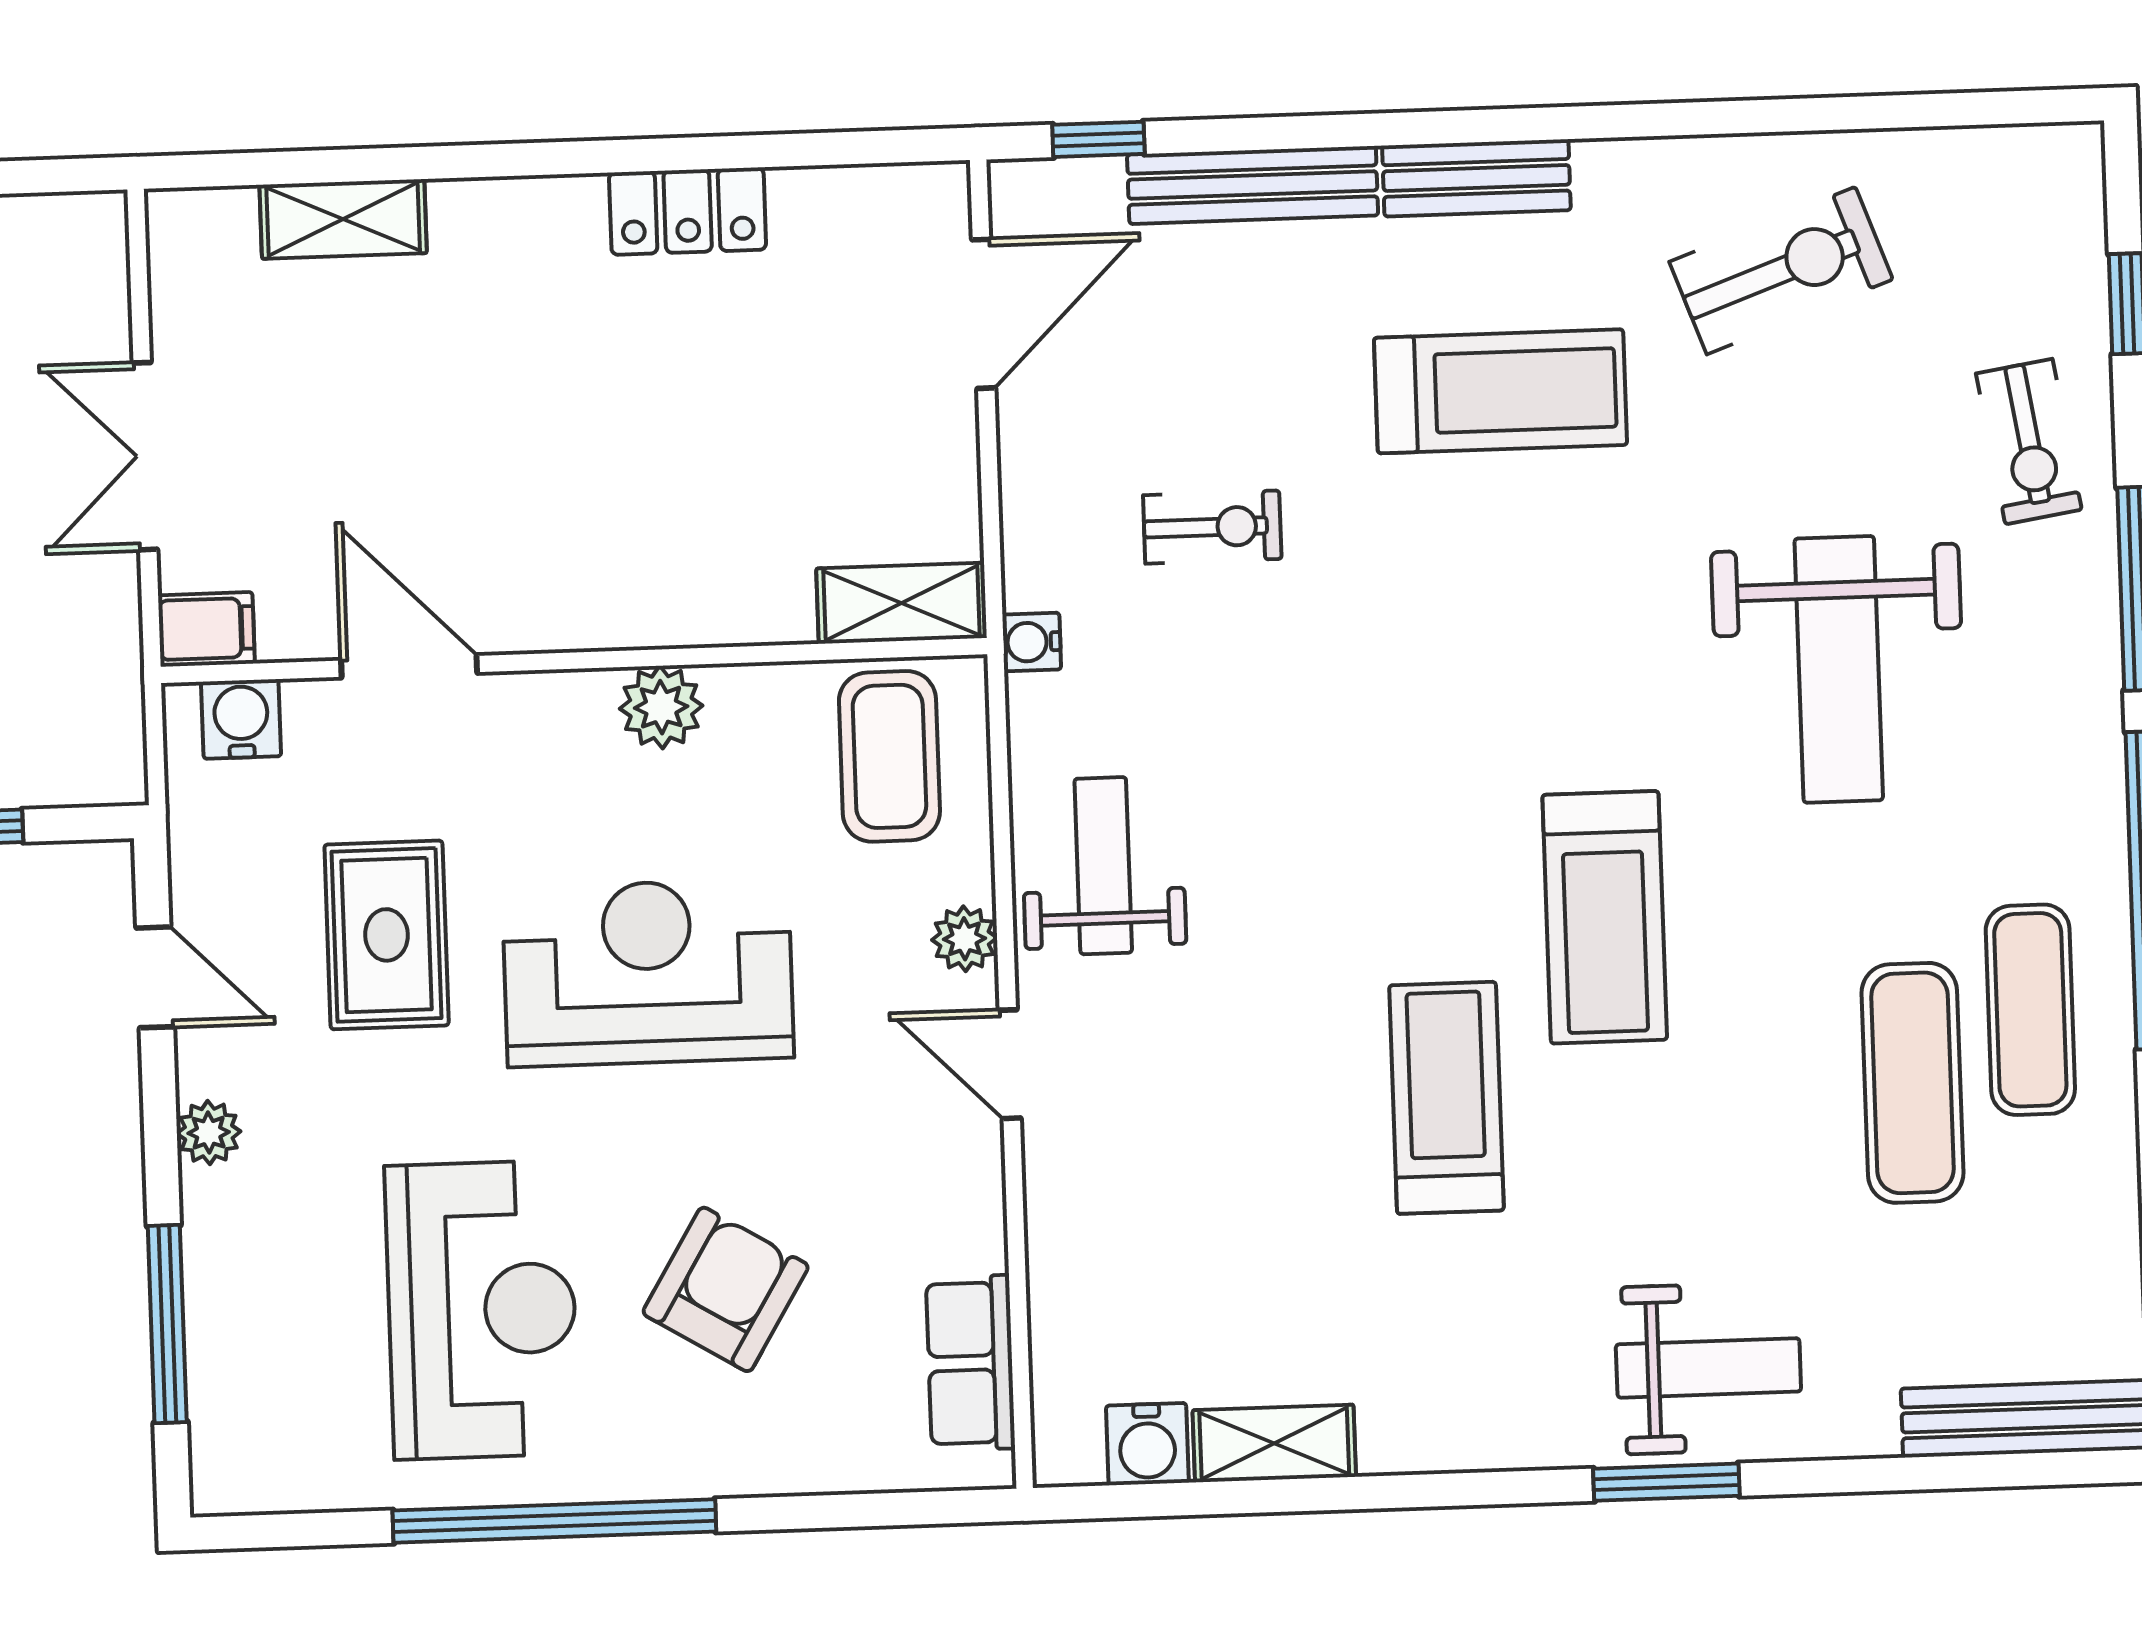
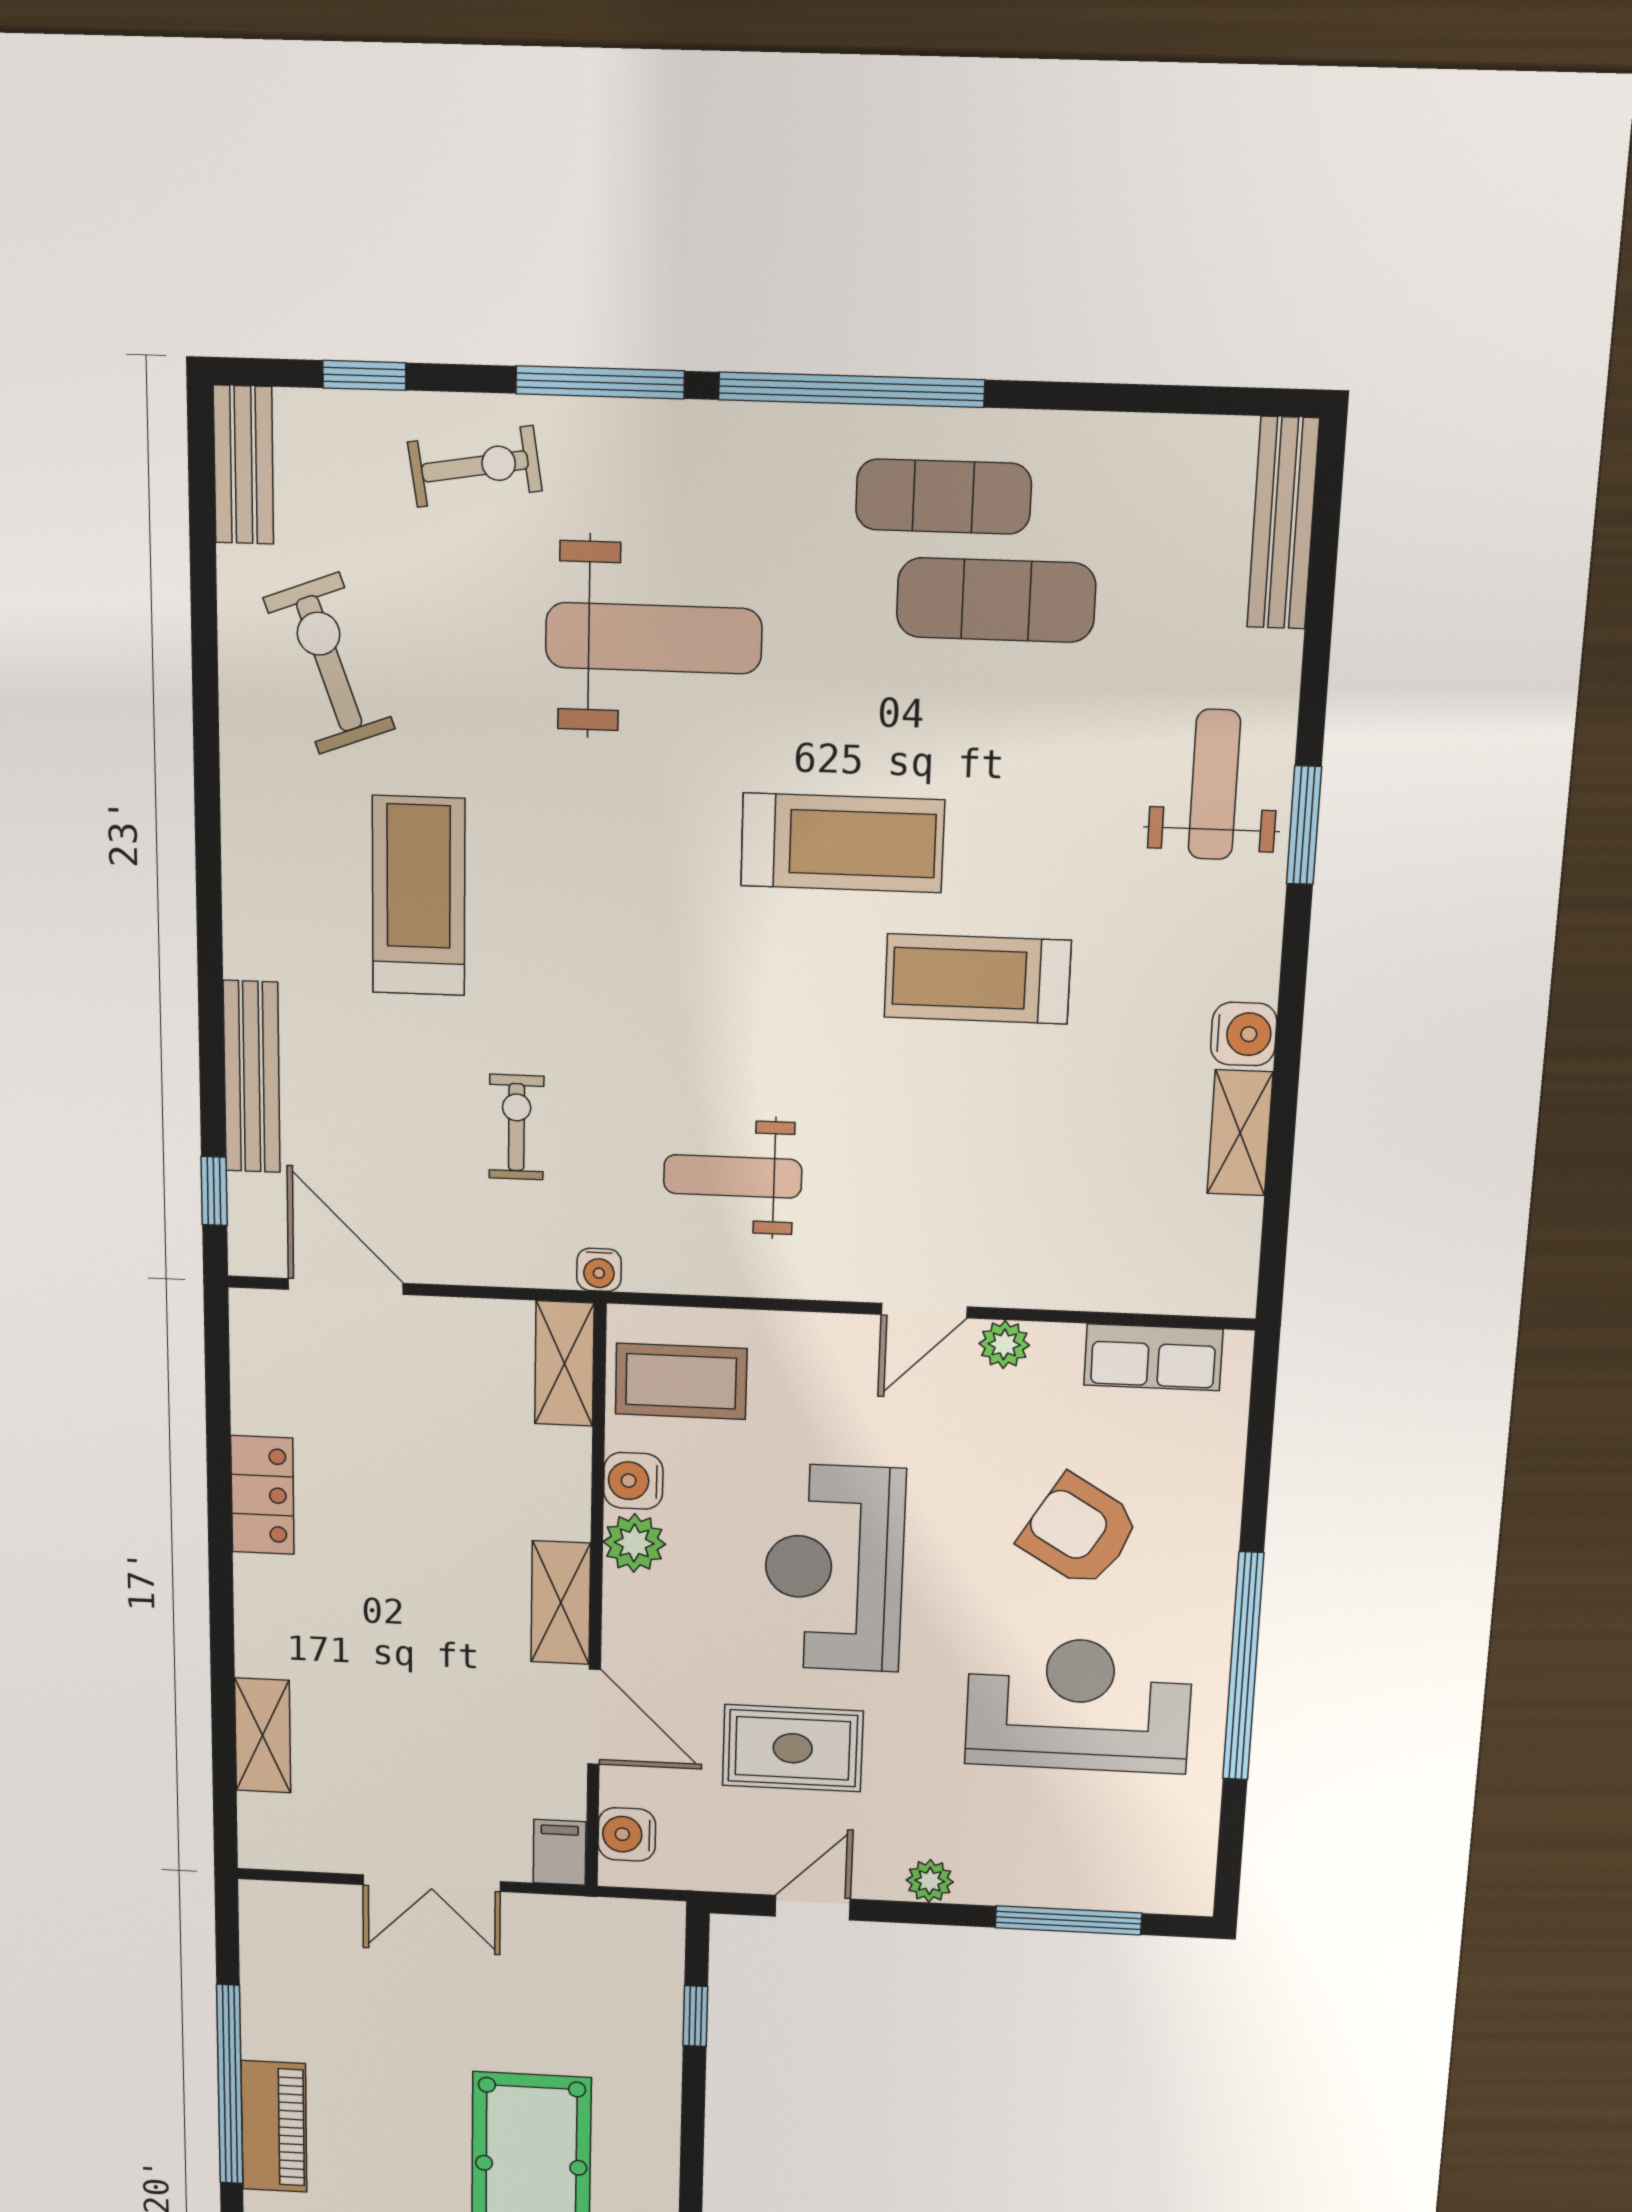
bench: (1476, 178) -> (243, 465), moved
shelving: (569, 614) -> (561, 1603), added
door: (409, 666) -> (594, 1717), swing flipped
water cooler: (748, 701) -> (633, 1481), added
weight bench: (1103, 866) -> (733, 1176), moved
plant: (964, 939) -> (1004, 1344), moved
water cooler: (1147, 1444) -> (1244, 1034), moved

